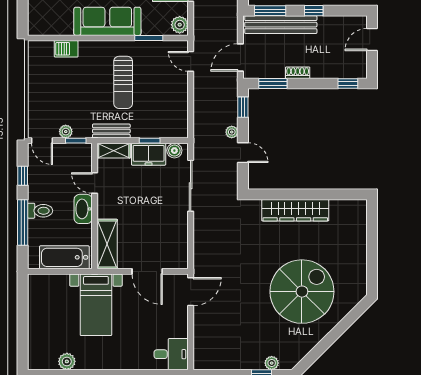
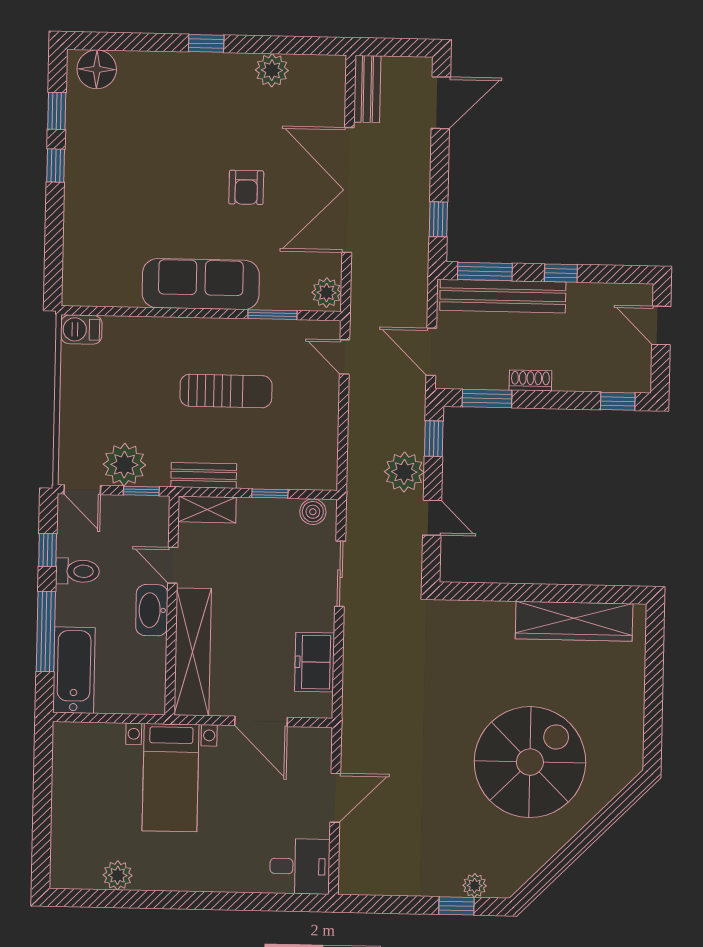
door: (372, 40) -> (661, 325), hinge flipped
barbecue: (66, 49) -> (81, 330), moved
door: (240, 57) -> (431, 352), hinge flipped
sun lounger: (123, 82) -> (226, 391), turned -90
plant: (66, 132) -> (124, 465), width x1.88, depth x1.88
plant: (232, 132) -> (404, 472), width x1.87, depth x1.87
freezer: (149, 154) -> (315, 662), moved, turned 90
sliding door: (191, 186) -> (340, 574), width x0.73
wardrobe: (295, 210) -> (574, 621), moved
toilet: (40, 211) -> (77, 571), moved
shelving: (107, 244) -> (193, 652), width x1.47
bathtub: (64, 257) -> (74, 670), moved, turned 90
door: (191, 292) -> (335, 798), moved

